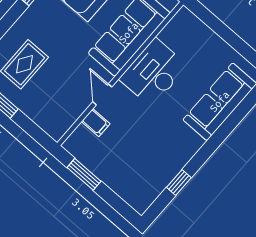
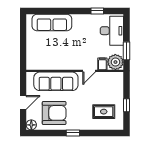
desk: (153, 73) -> (112, 31), moved, turned -90
plant: (82, 144) -> (115, 62), added

